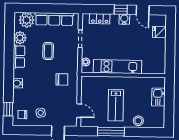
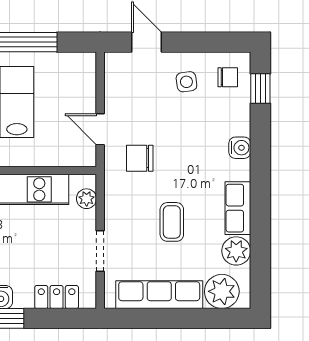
door: (79, 111) -> (100, 129), moved

